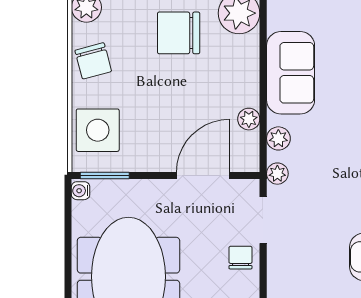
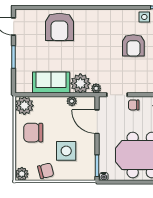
chair: (179, 33) -> (33, 133), turned 90
side table: (98, 130) -> (66, 151), moved
plant: (278, 138) -> (80, 83), width x1.88, depth x1.88

